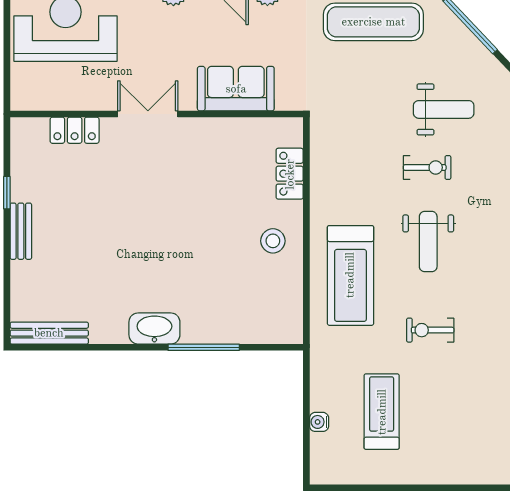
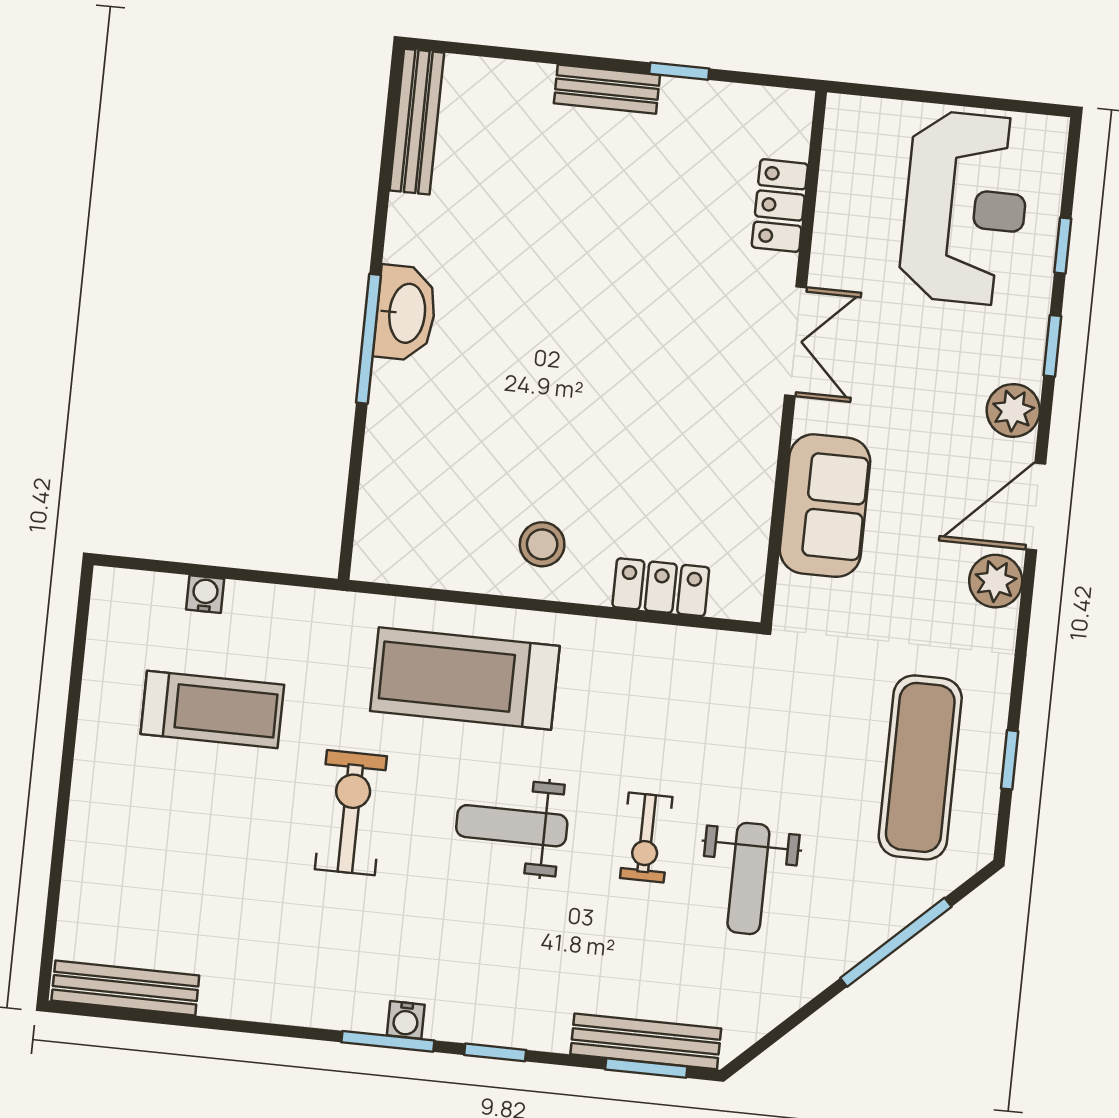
exercise bike: (430, 330) -> (351, 813), width x1.38, depth x1.39
window: (204, 347) -> (368, 339), moved

